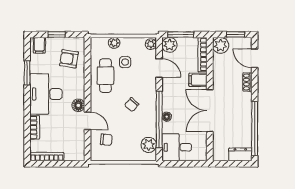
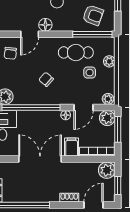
armchair: (69, 59) -> (93, 15), turned 101
window: (88, 59) -> (92, 34), added
floor lamp: (167, 117) -> (66, 115), moved

